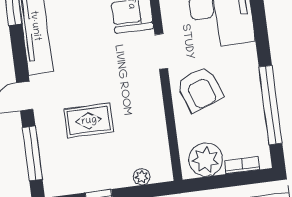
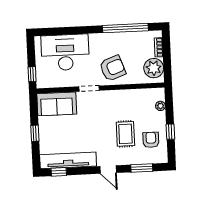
window: (32, 153) -> (142, 168), width x0.69
armchair: (82, 165) -> (151, 140), added

